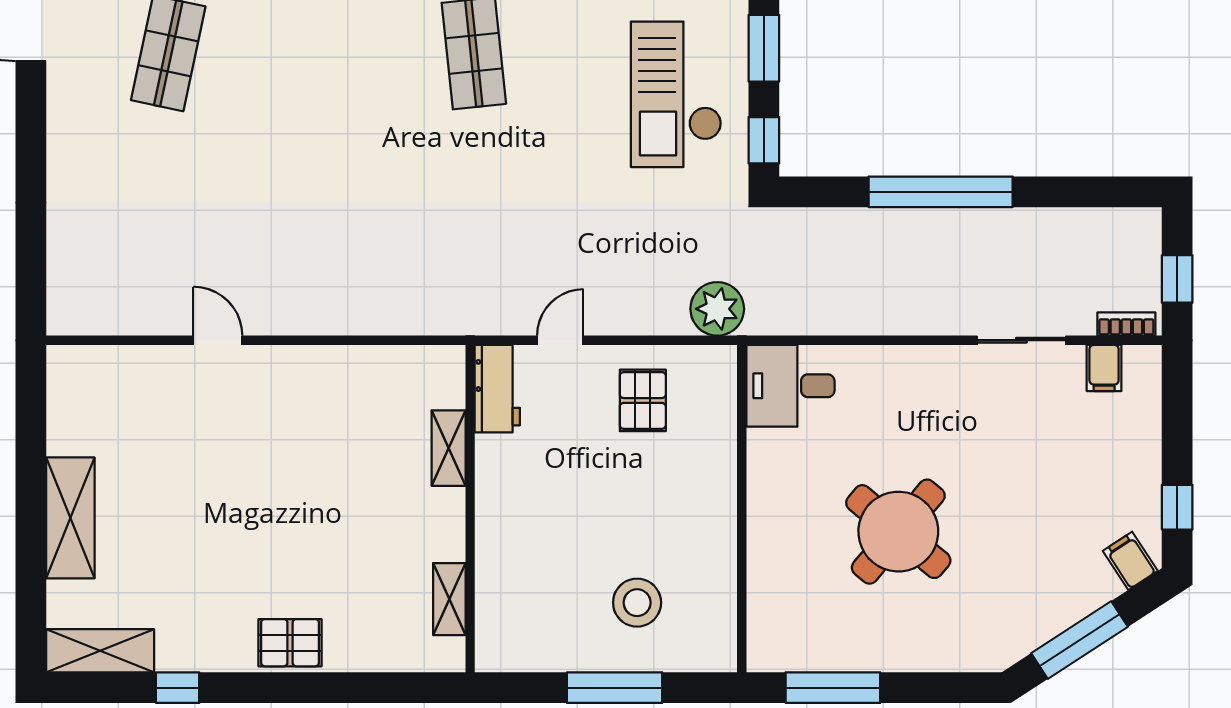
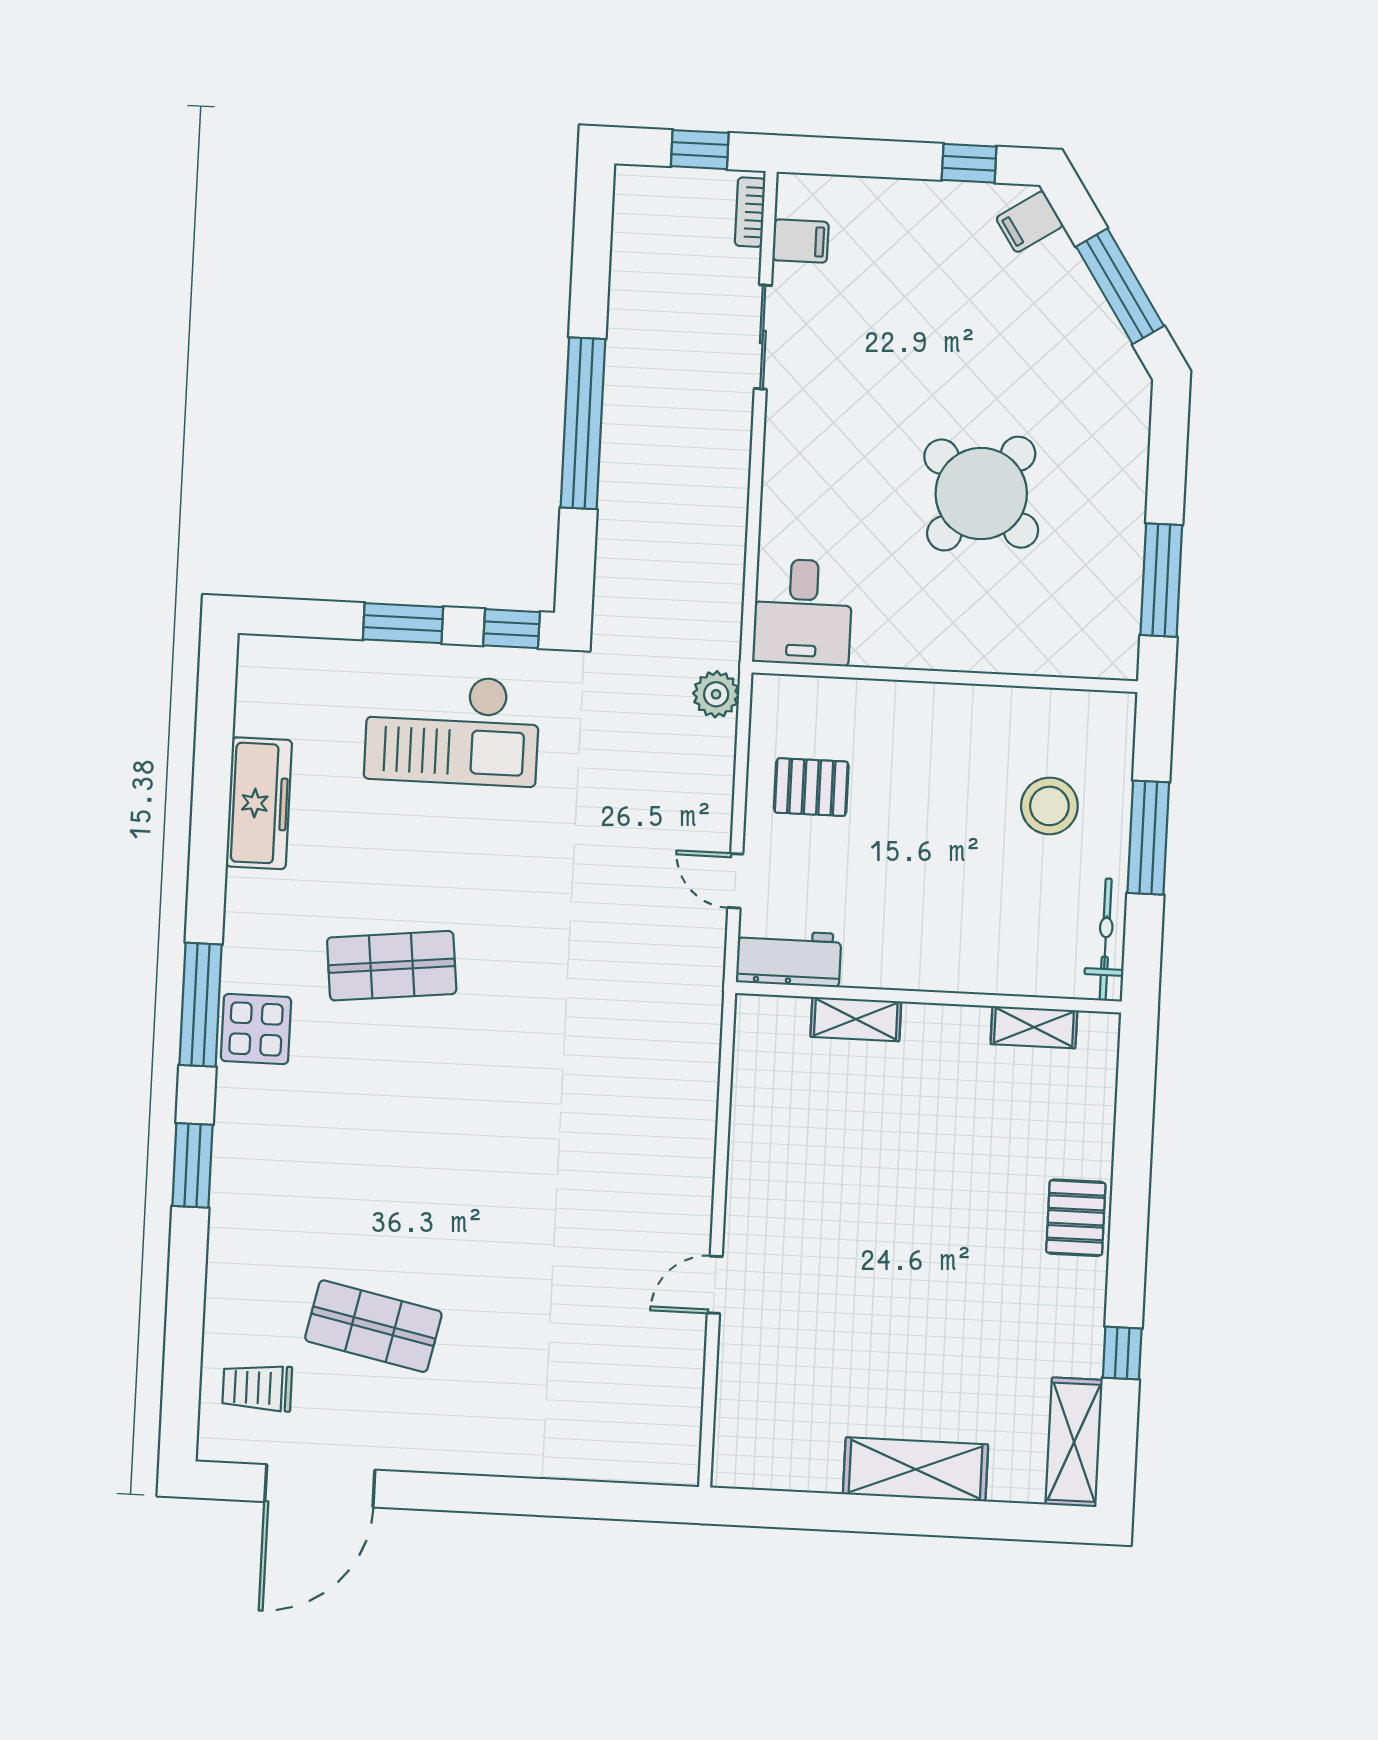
plant: (717, 309) -> (716, 694), width x0.73, depth x0.73
bicycle: (526, 656) -> (1106, 940), added

